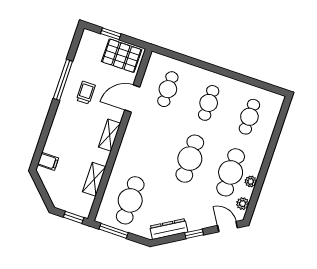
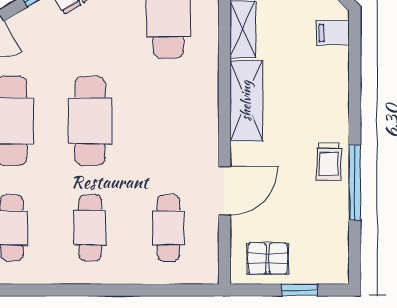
pallet: (122, 56) -> (268, 258), width x0.67, depth x0.71
trolley: (86, 93) -> (329, 161), moved
shelving: (110, 135) -> (246, 101), width x1.50, depth x1.33

